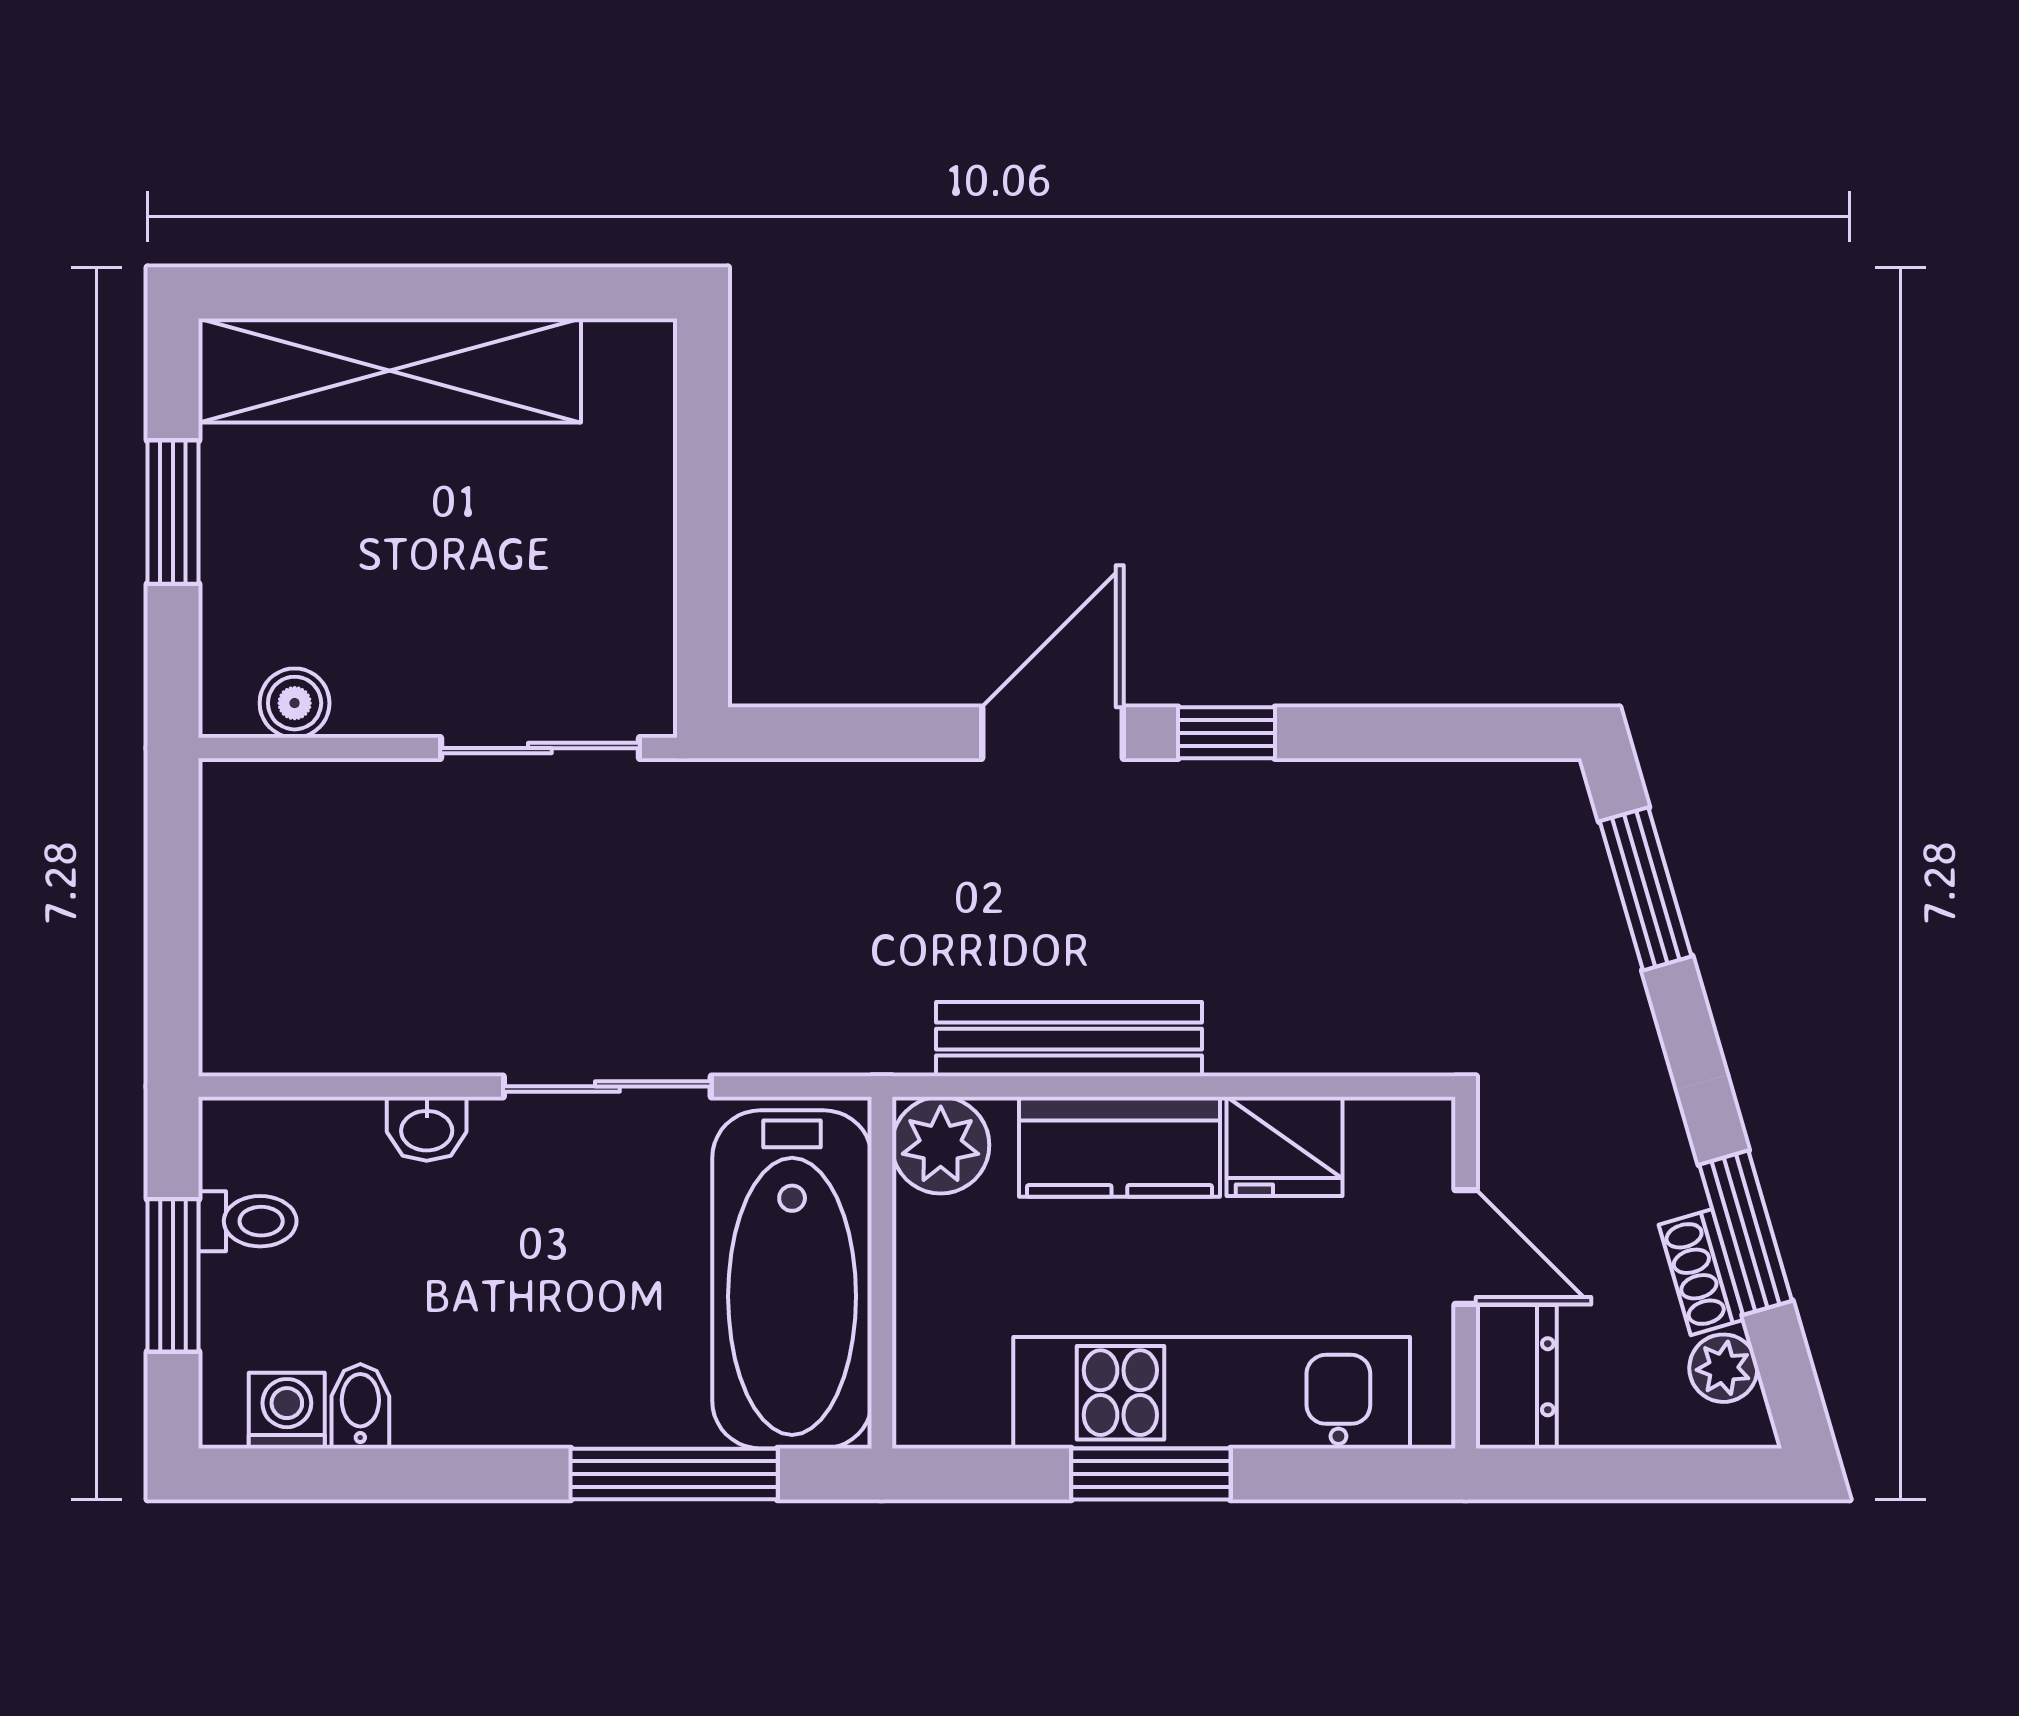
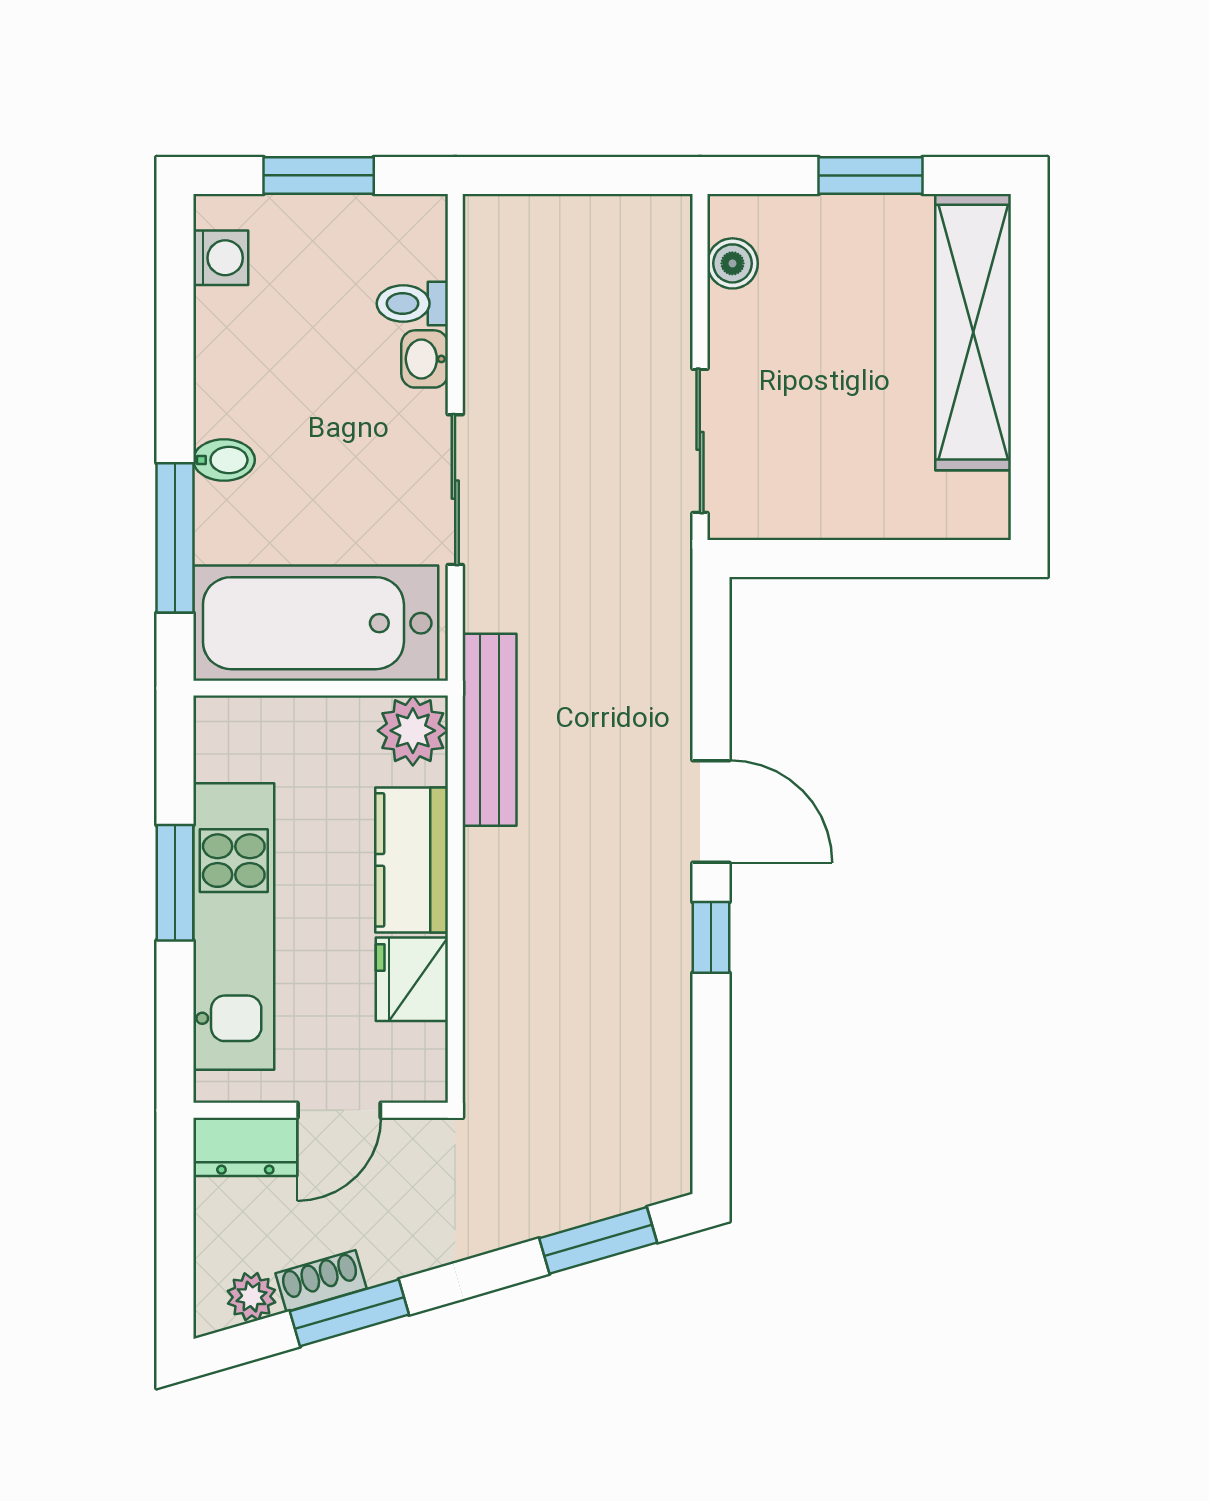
bench: (1069, 1039) -> (489, 730), moved
toilet: (247, 1221) -> (412, 303), moved, turned 90
bidet: (360, 1406) -> (224, 460), moved

